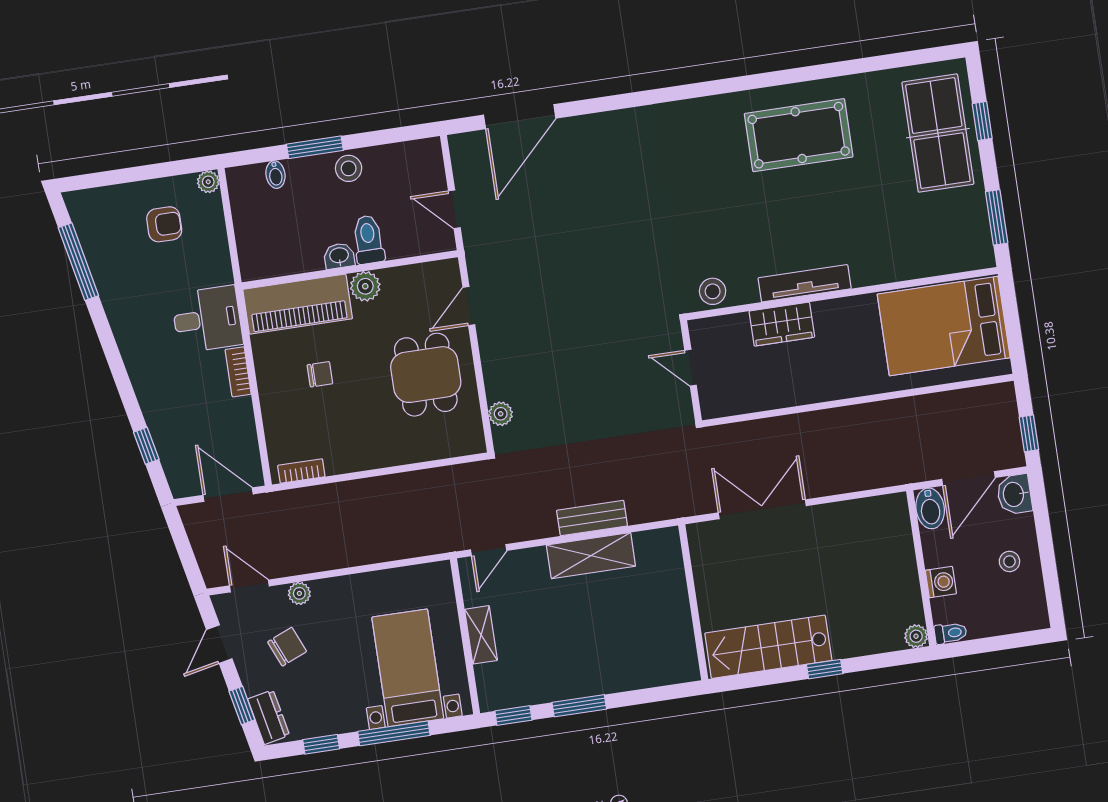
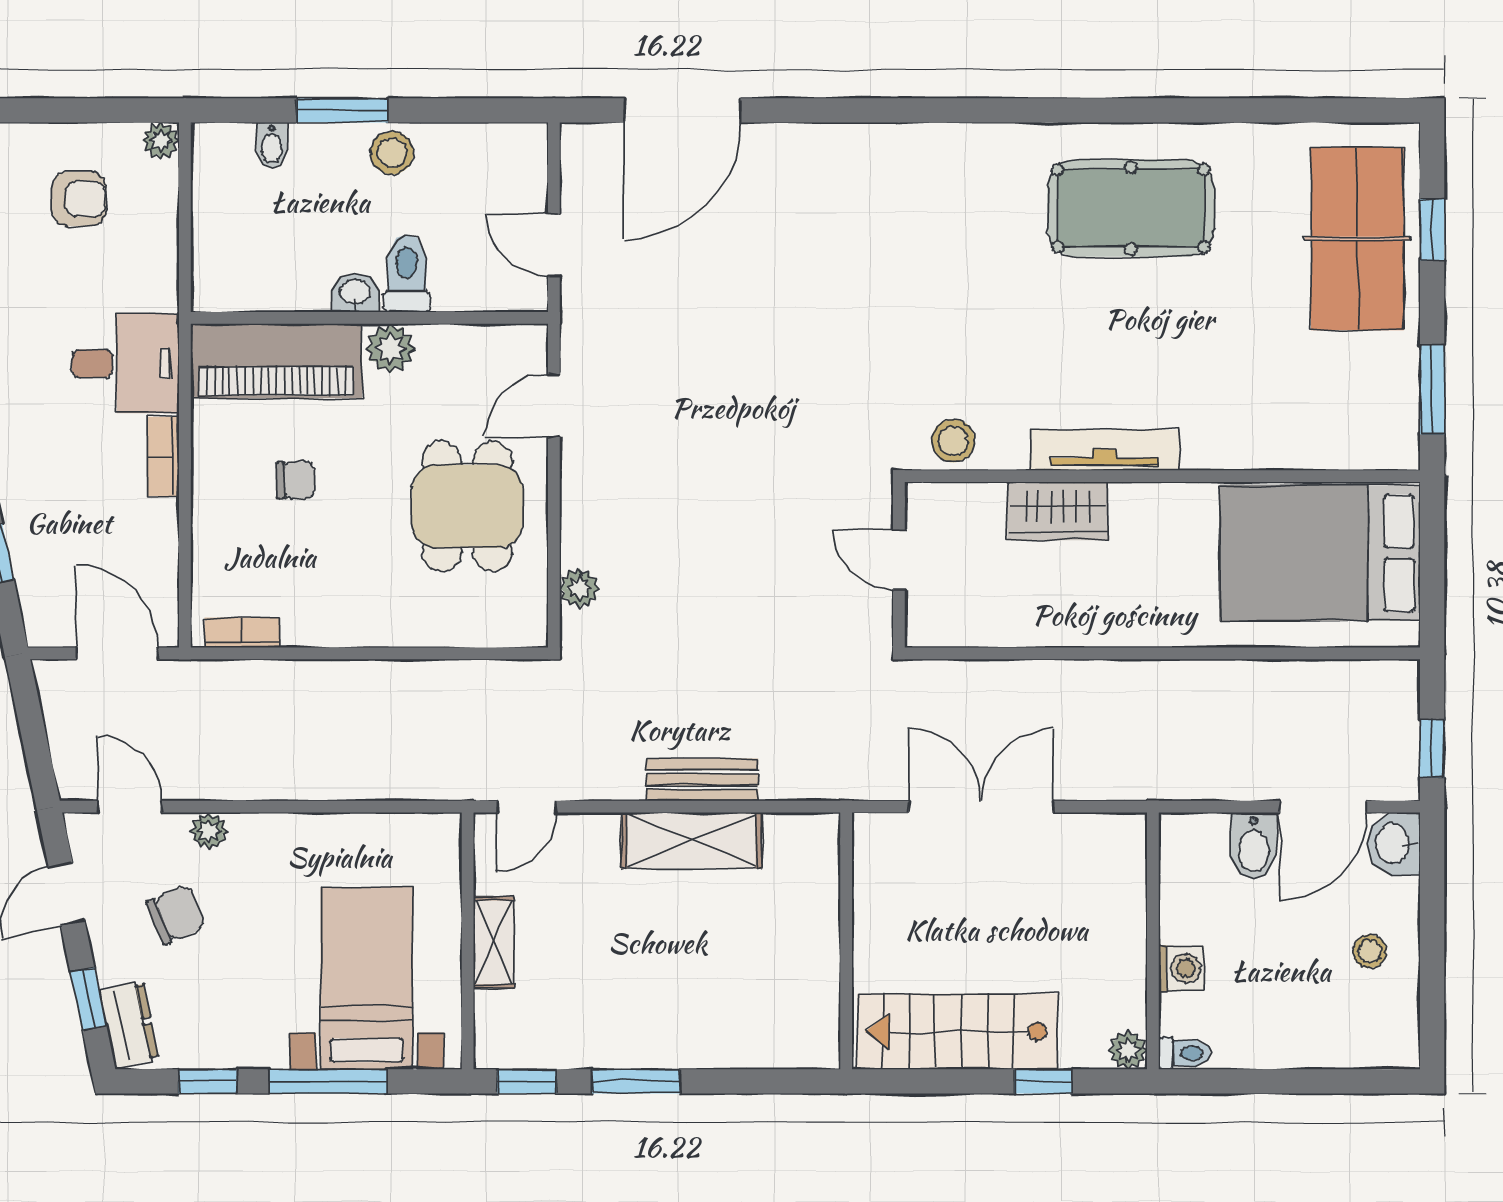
wall: (921, 568) -> (1153, 941), moved
washing machine: (941, 582) -> (1181, 968), moved
toilet: (950, 633) -> (1185, 1053), moved
plant: (916, 636) -> (1128, 1050), moved

